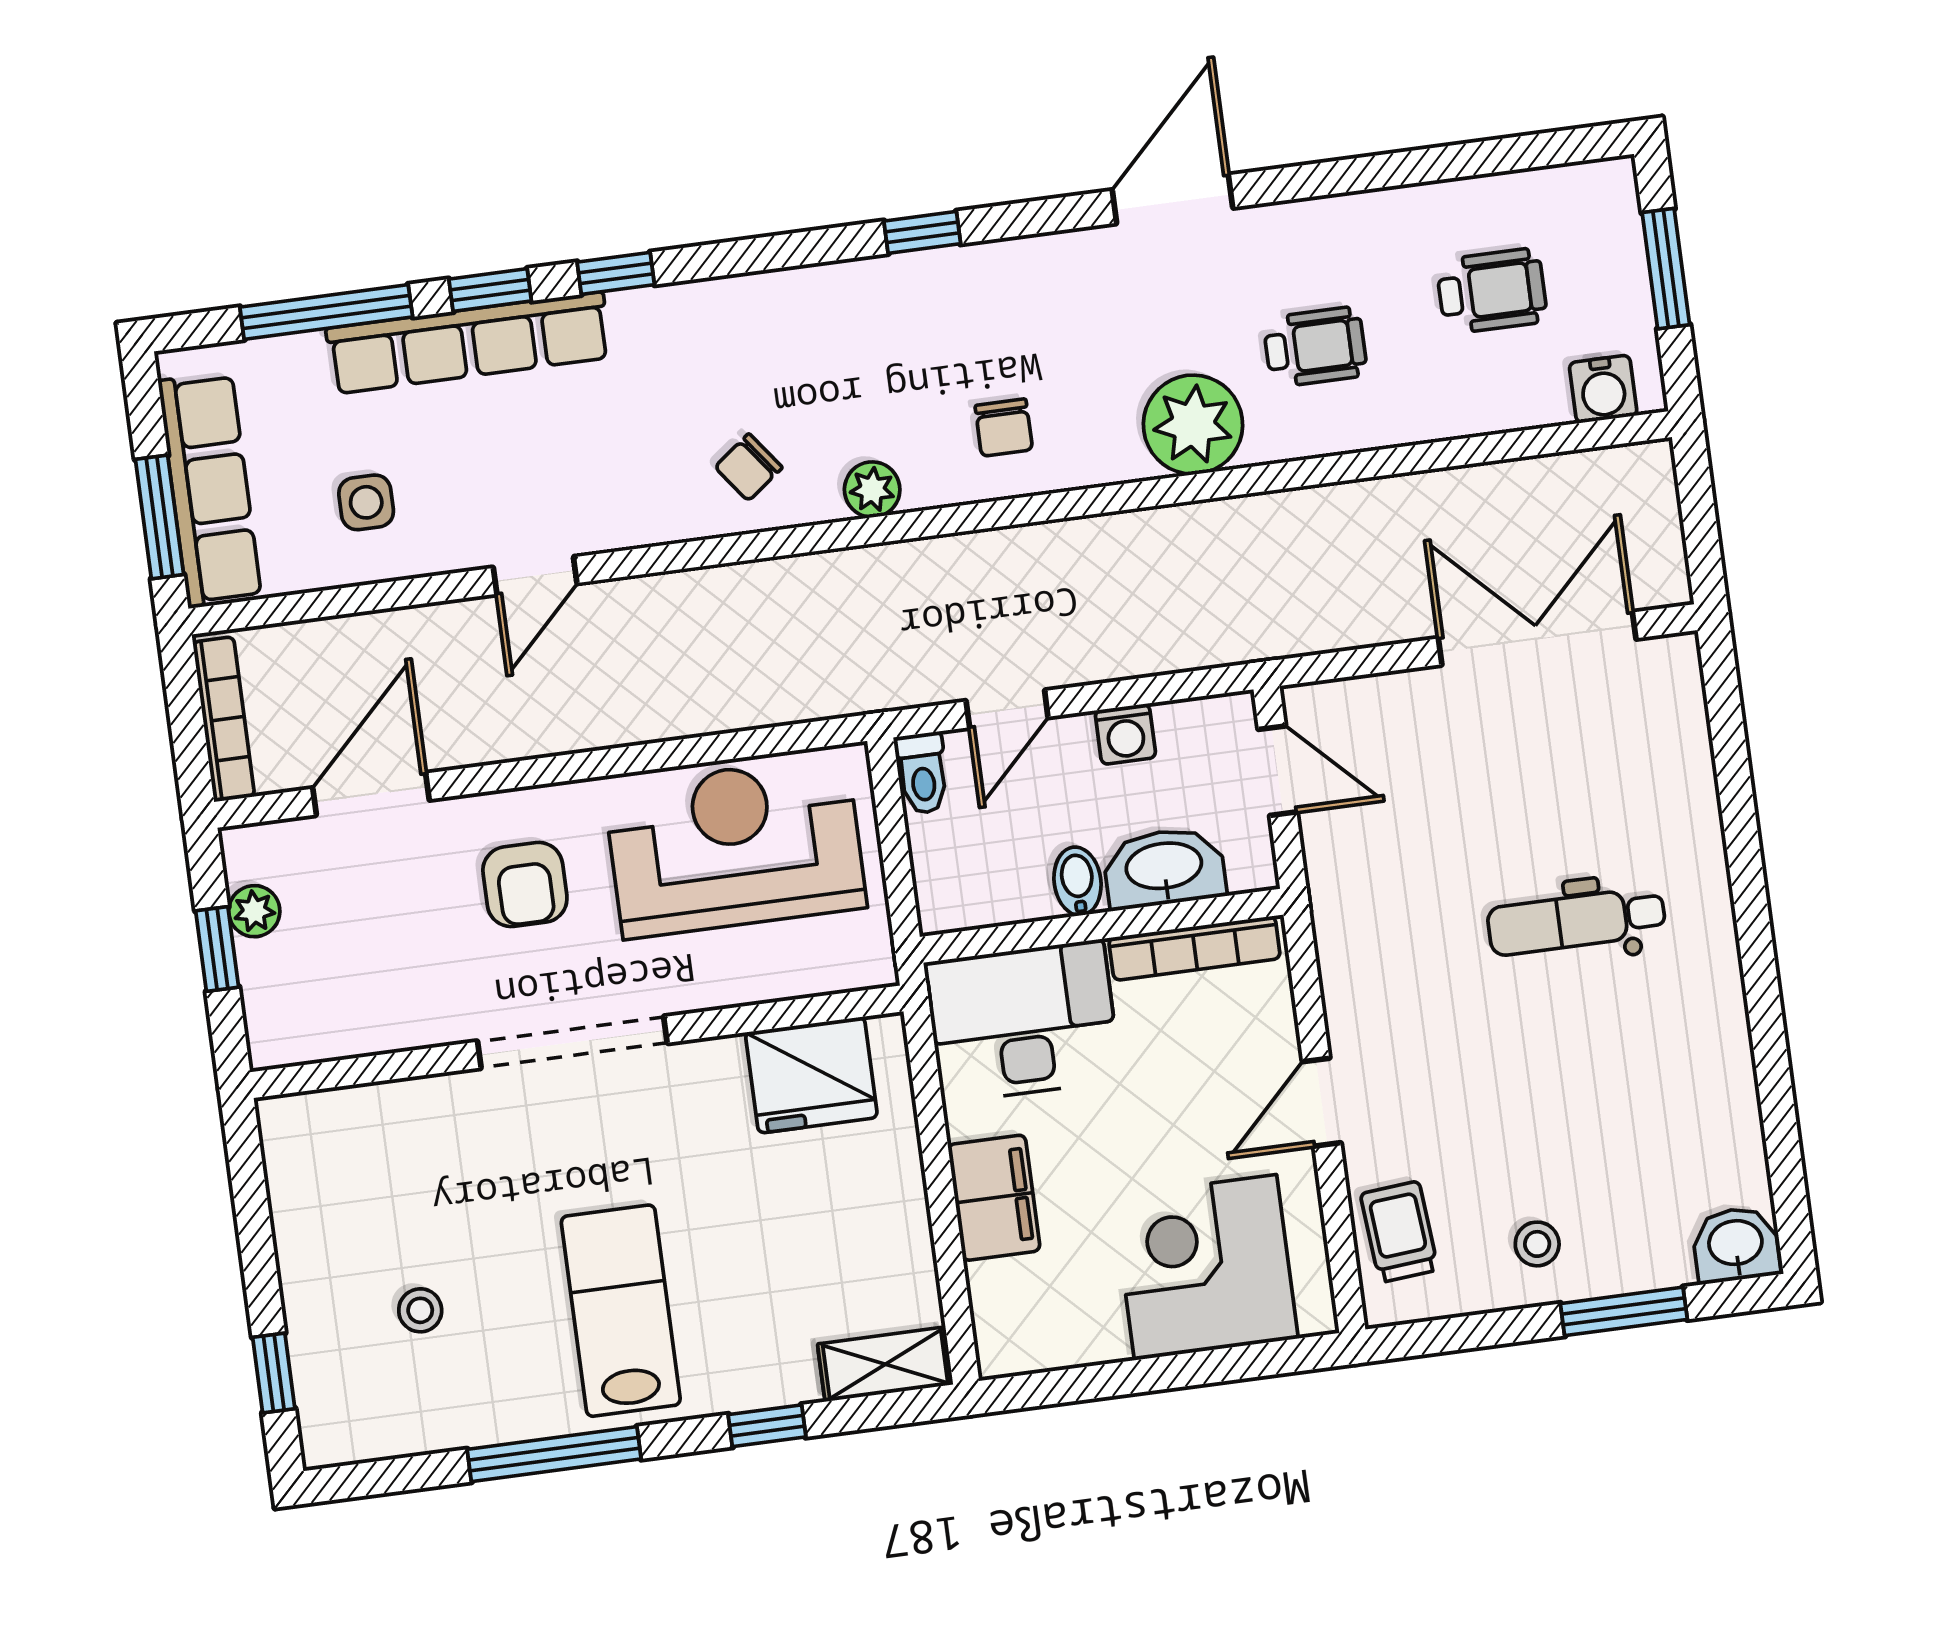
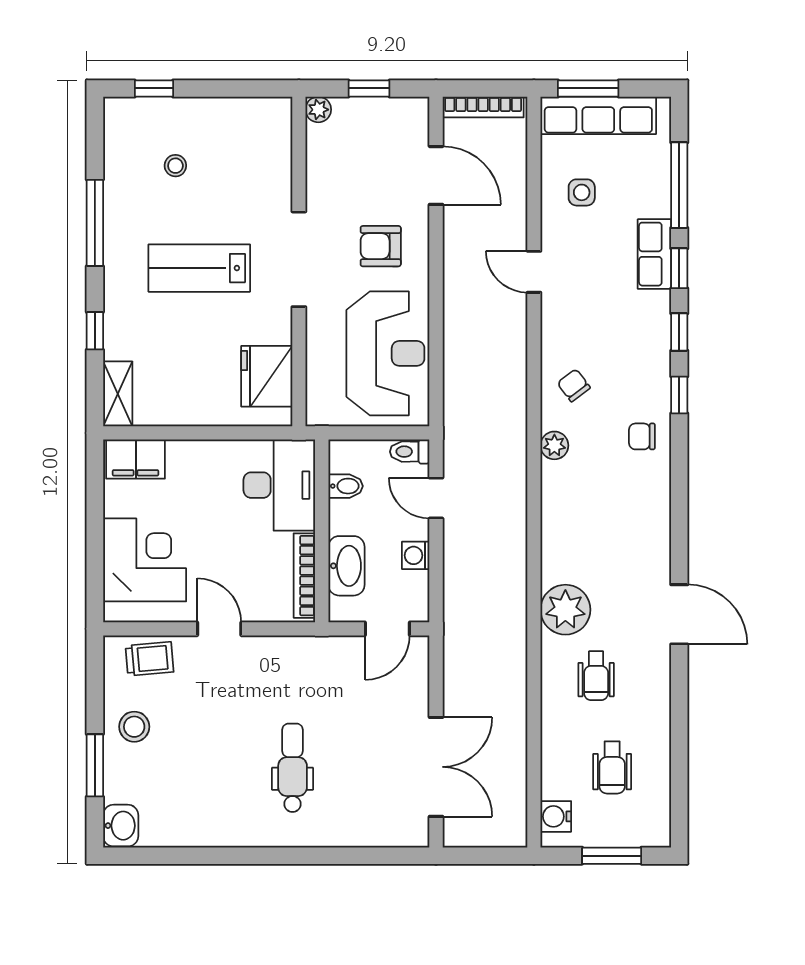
window: (922, 232) -> (679, 395), moved
row of seats: (469, 343) -> (654, 254), width x0.50
chair: (1004, 428) -> (642, 436), moved
bidet: (1077, 881) -> (346, 486), moved
plant: (254, 911) -> (318, 110), moved
filing cabinet: (994, 1198) -> (136, 459), moved
stool: (1537, 1244) -> (134, 727), width x1.37, depth x1.37
lab bench: (621, 1311) -> (199, 268), moved, turned 180

